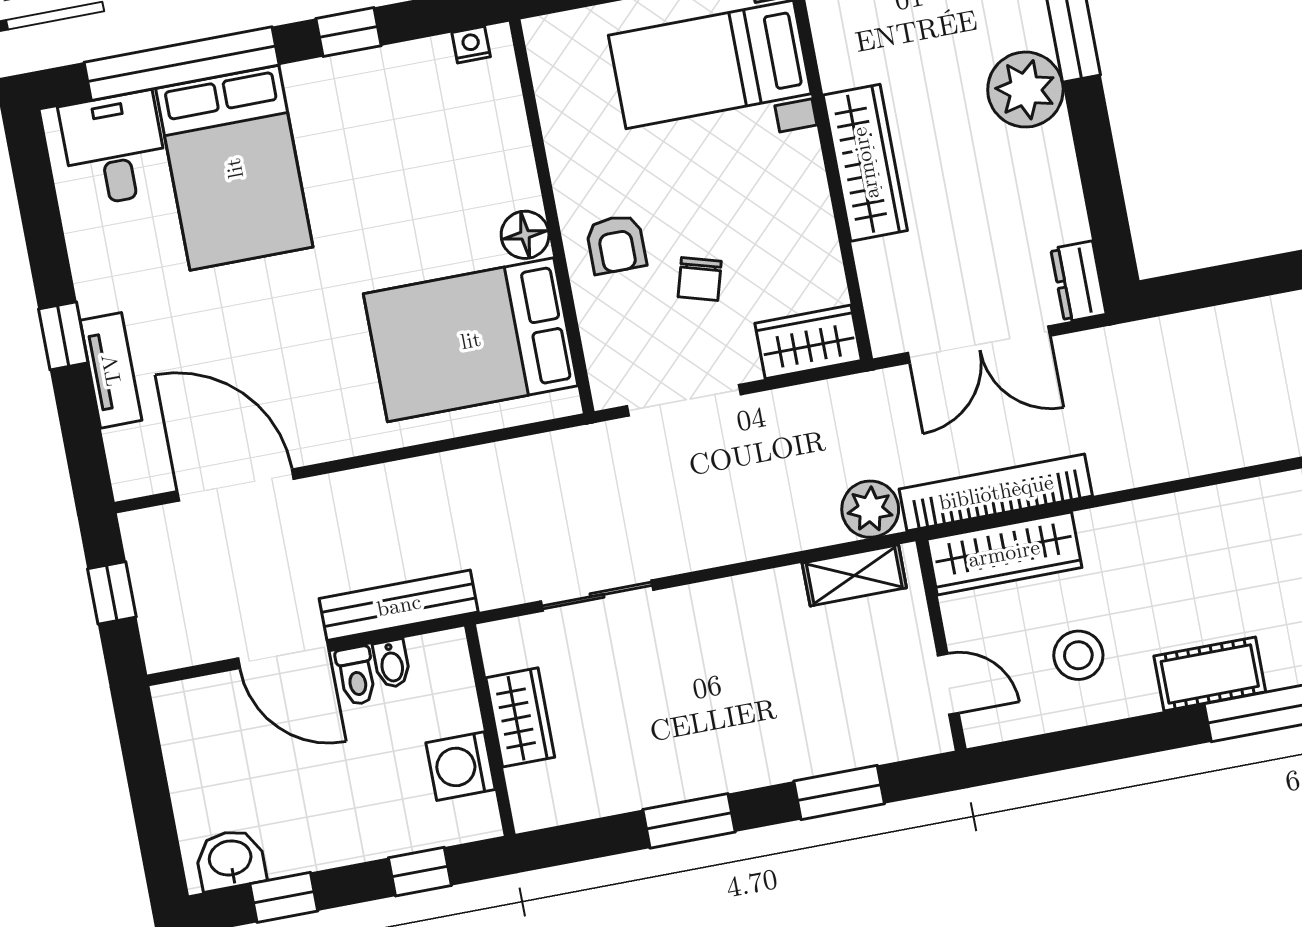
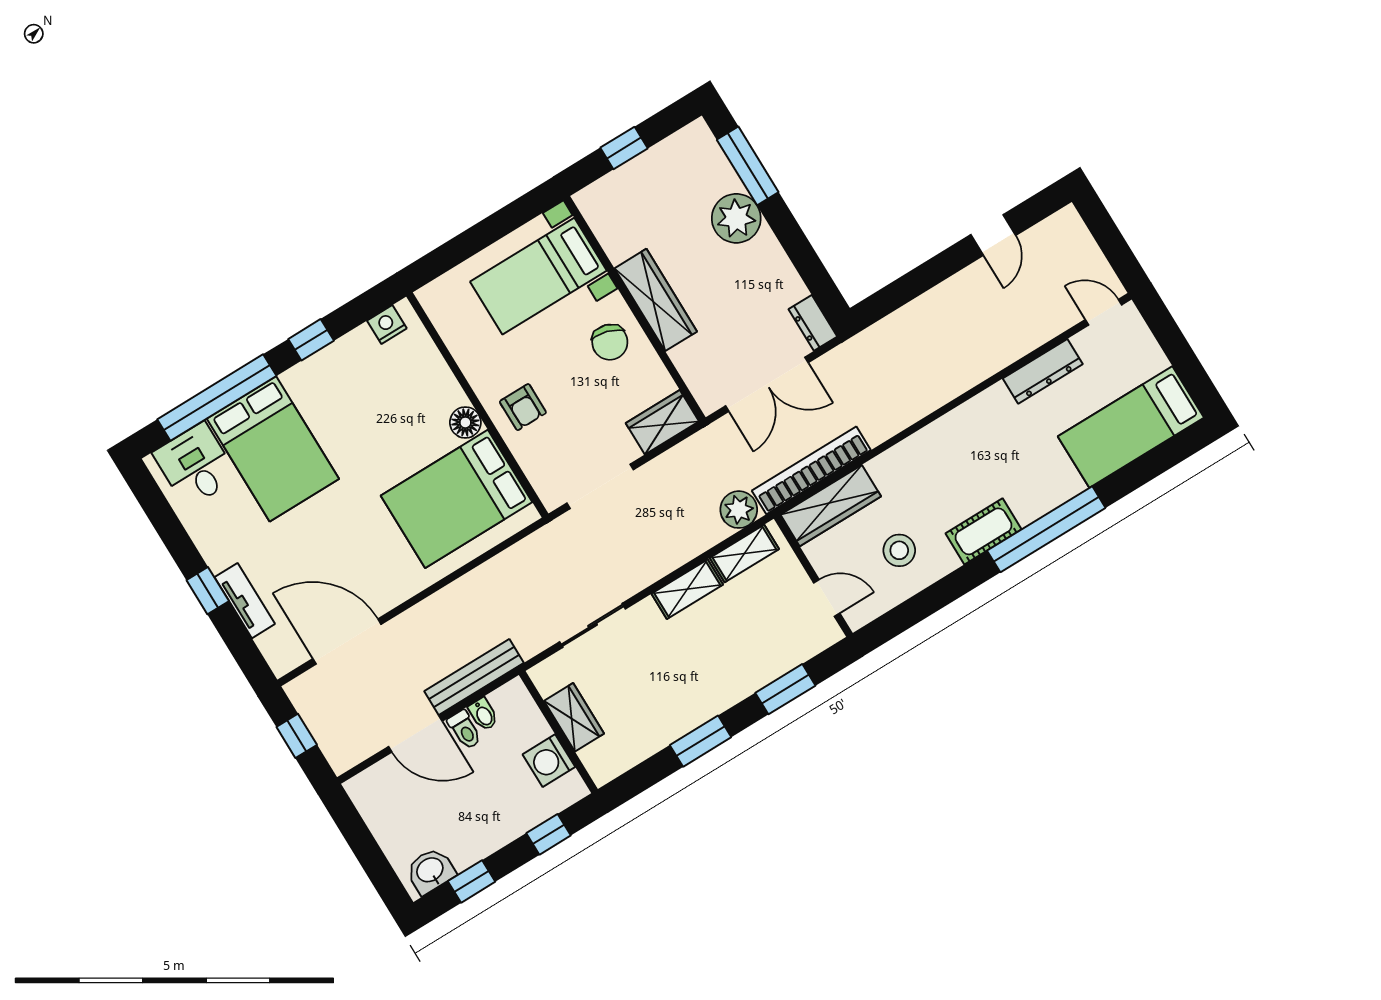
nightstand: (471, 45) -> (387, 324), width x1.39, depth x1.35
chair: (700, 279) -> (610, 342), moved, width x1.37, depth x1.37
shelving: (753, 595) -> (687, 589), added

